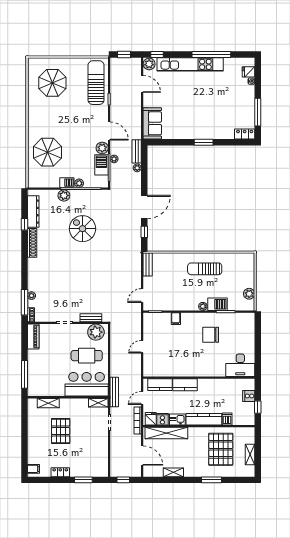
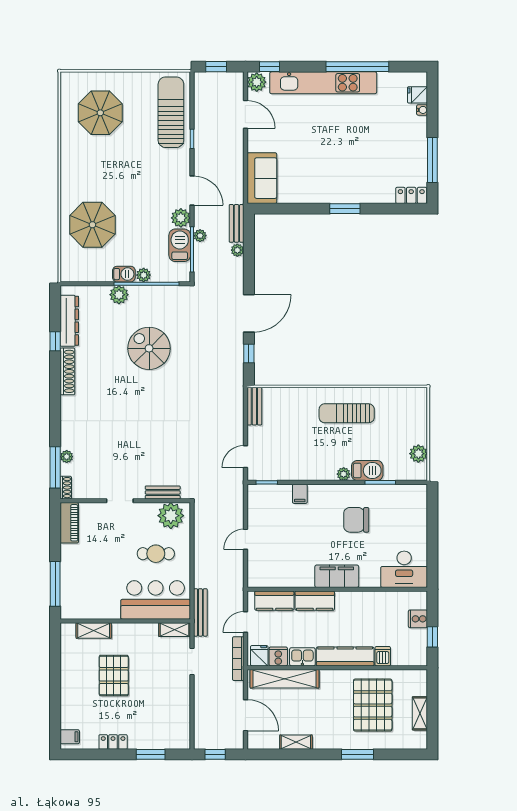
cafe table: (87, 356) -> (156, 554), width x0.73, depth x0.74
filing cabinet: (199, 370) -> (337, 576), added

